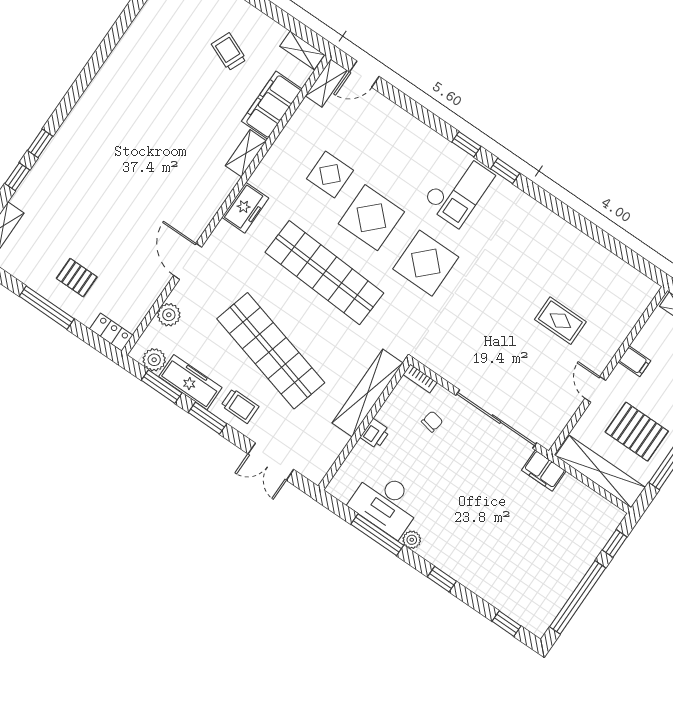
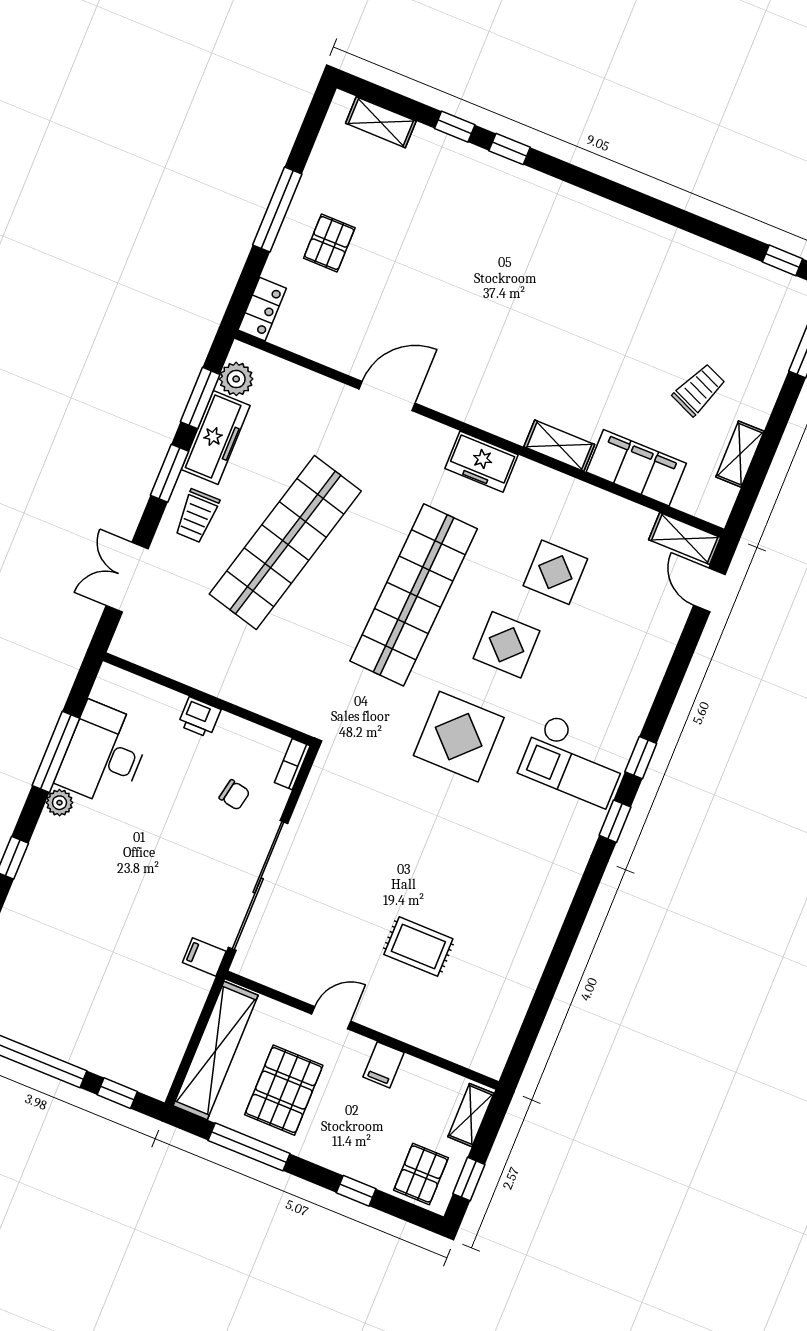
shelving: (302, 50) -> (740, 454), moved
display table: (371, 218) -> (507, 645), width x0.73, depth x0.73
plant: (169, 315) -> (305, 386), removed
rug: (560, 321) -> (418, 947), turned 90
shelving: (367, 393) -> (255, 694), removed
filing cabinet: (544, 471) -> (204, 957), width x0.50

